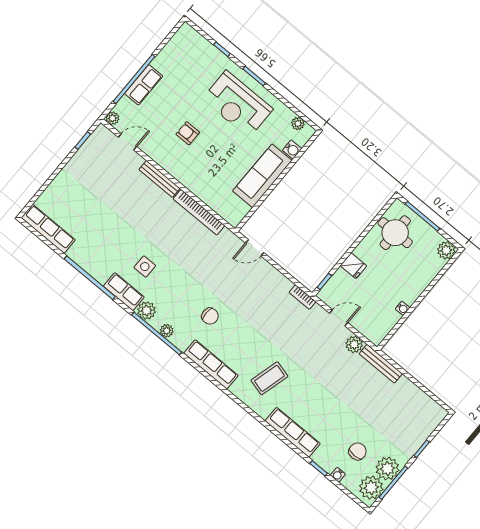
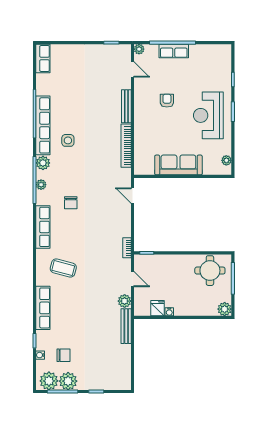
water cooler: (292, 150) -> (208, 170), removed
row of seats: (48, 229) -> (43, 59), width x0.68
fridge: (353, 266) -> (158, 308), moved, turned 180
row of seats: (124, 292) -> (43, 125), width x2.02

